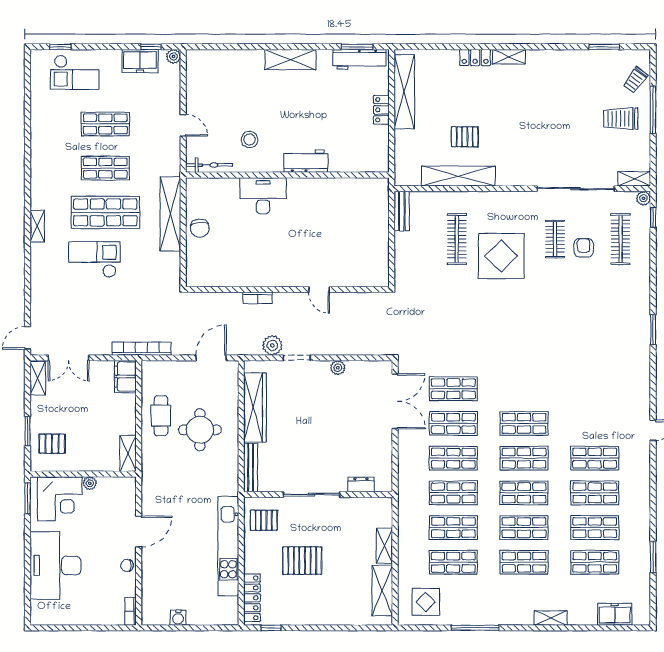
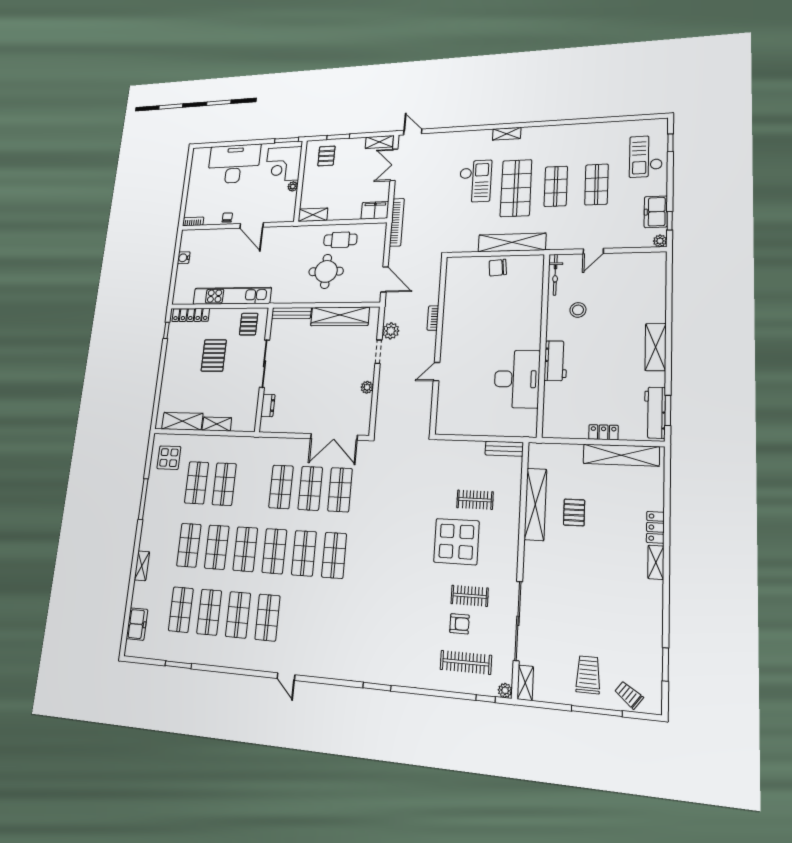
desk: (263, 196) -> (517, 379), moved, width x1.36, depth x1.30
clothes rail: (457, 239) -> (475, 500), width x0.73
shop shelf: (453, 493) -> (334, 555), moved

